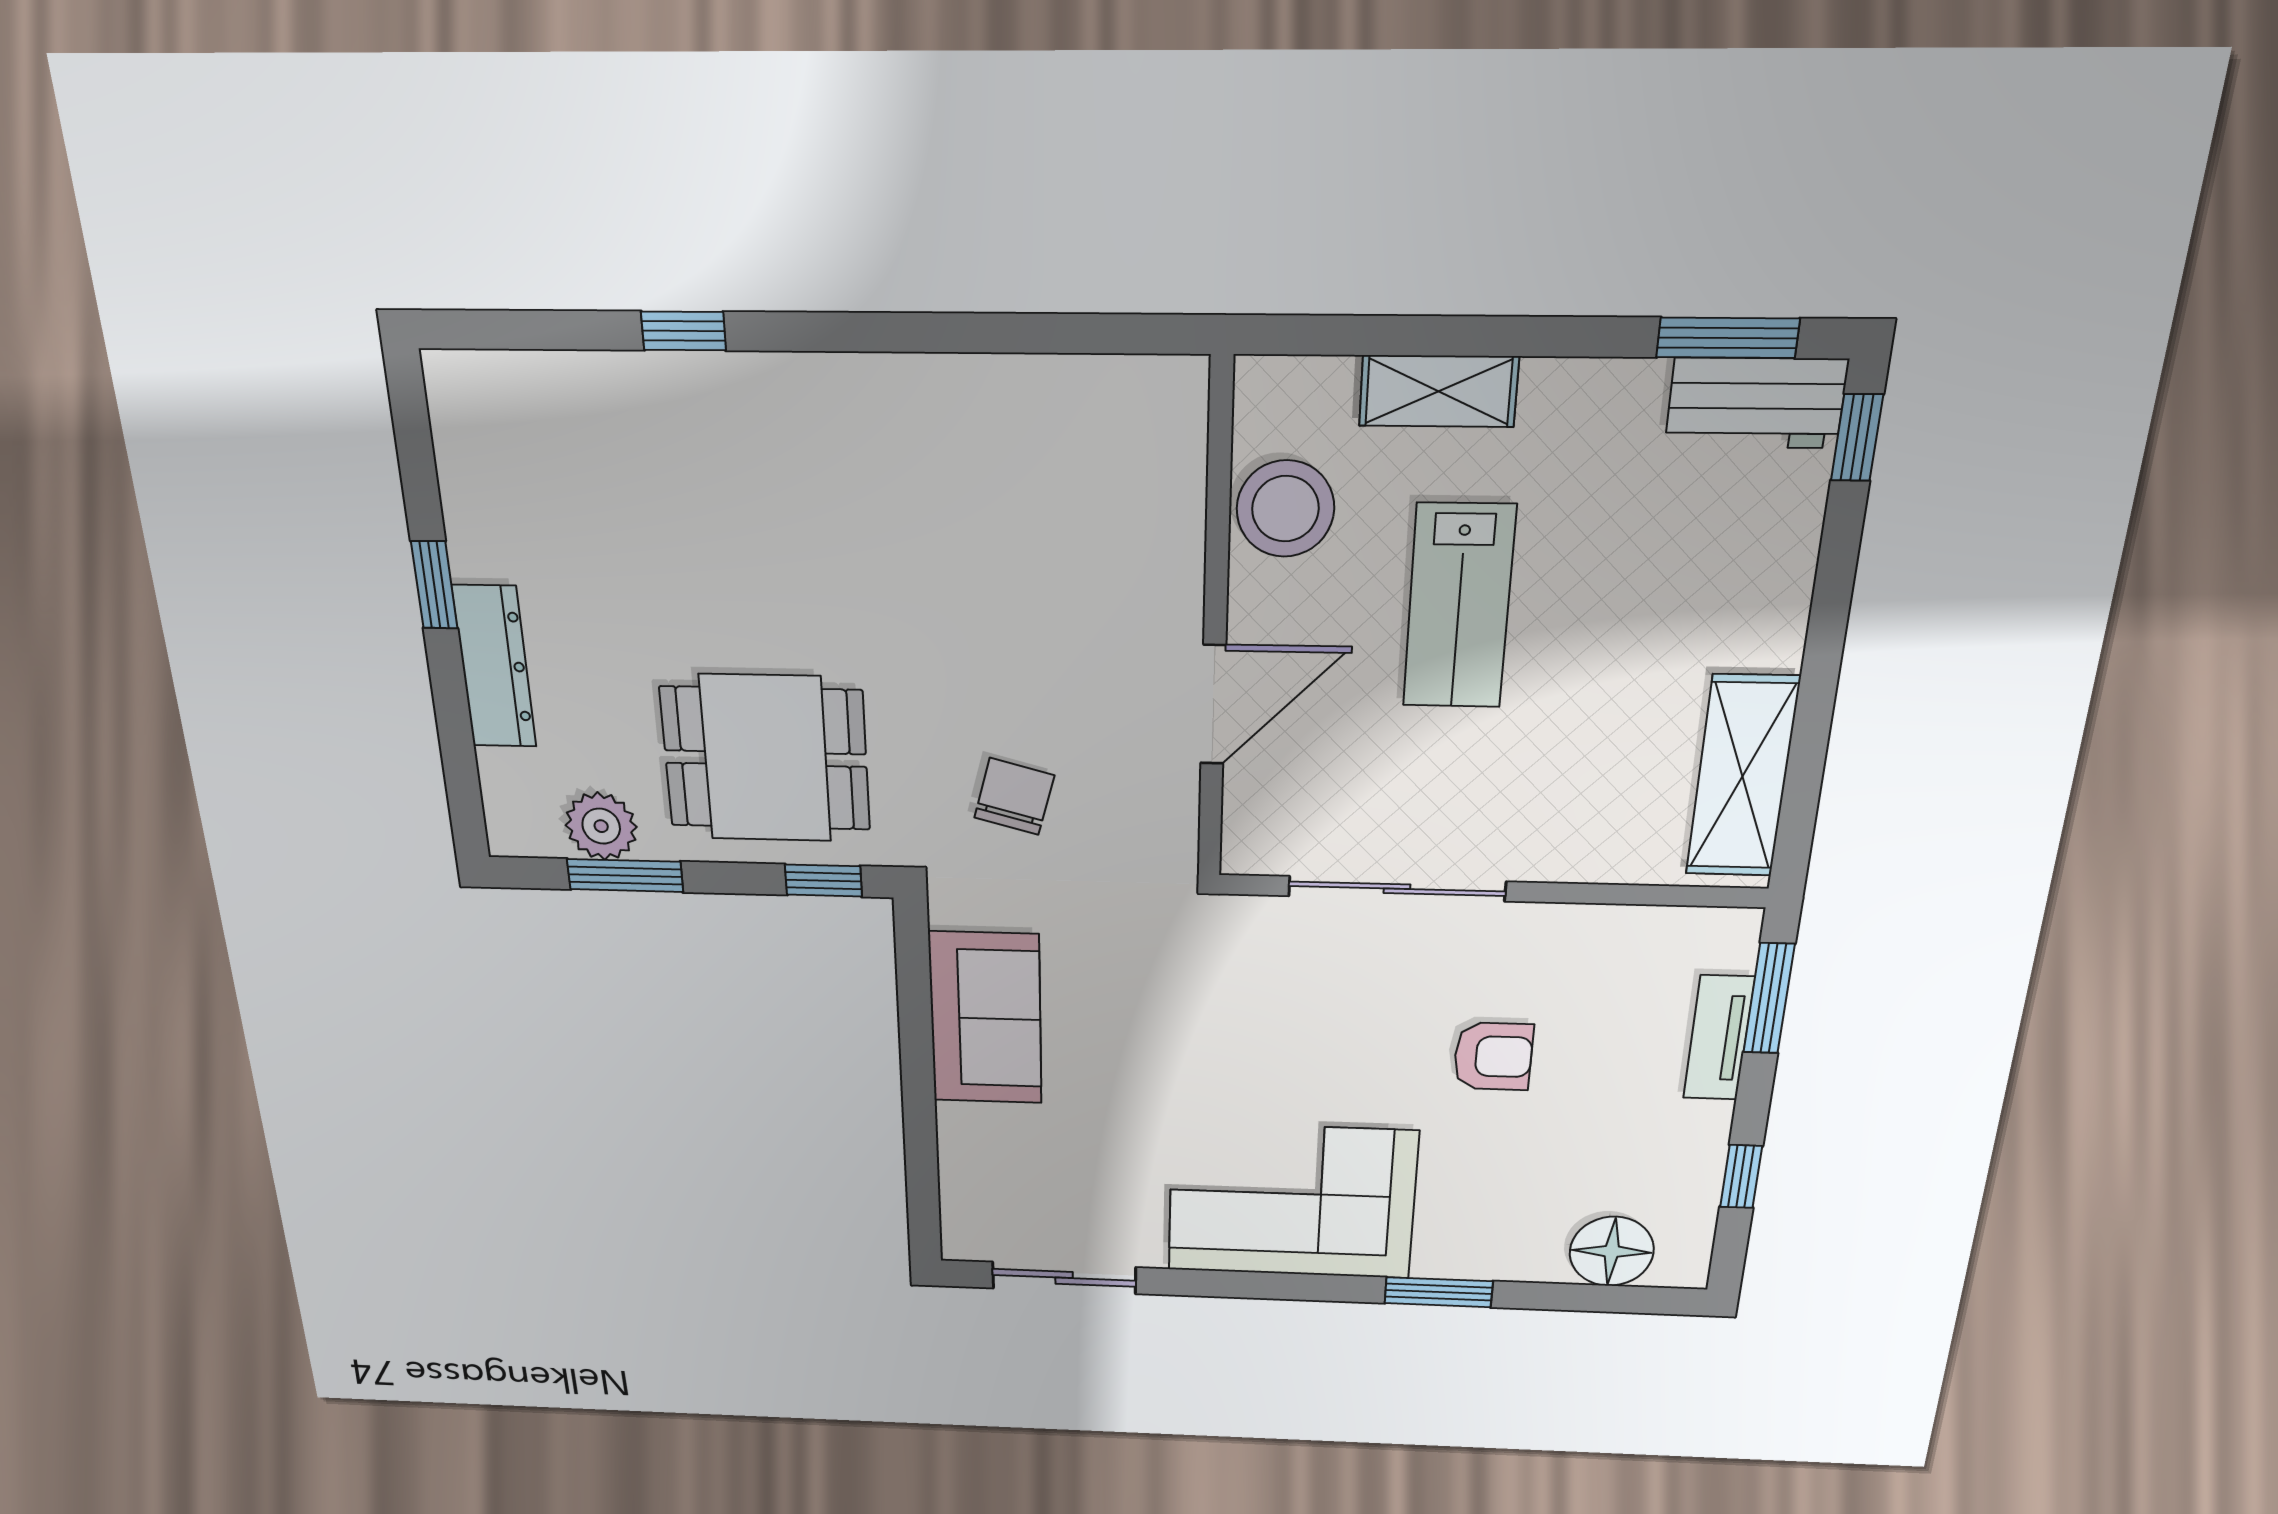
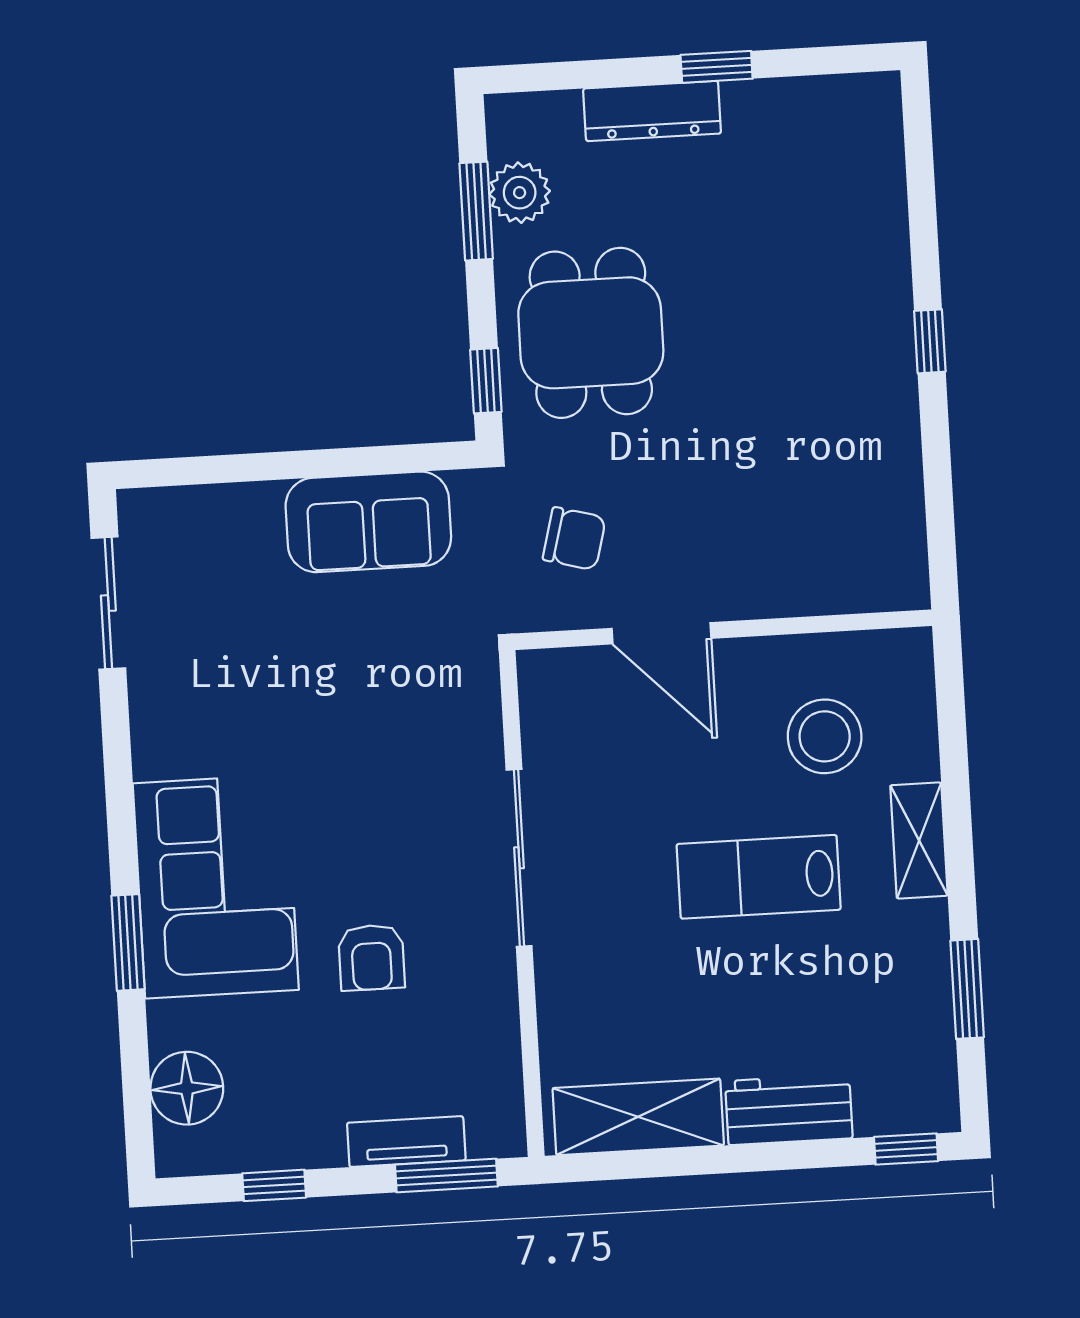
window: (683, 331) -> (930, 341), moved
window: (1728, 338) -> (967, 989), moved
workbench: (1756, 403) -> (789, 1110), moved, turned 90
wall: (1215, 629) -> (723, 630), moved
door: (1213, 705) -> (662, 633), moved
corner sofa: (1292, 1201) -> (216, 887), moved

